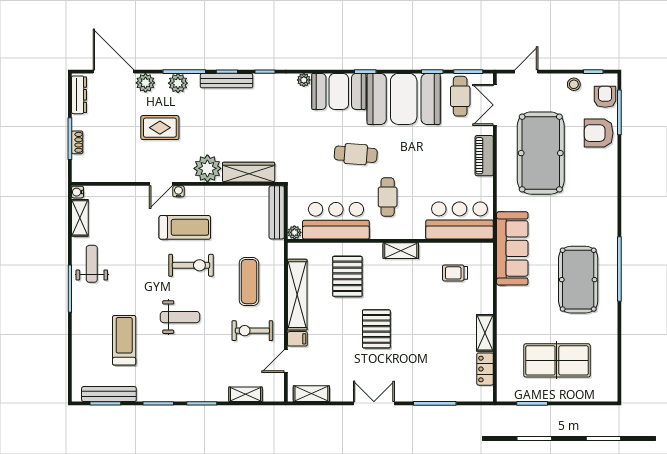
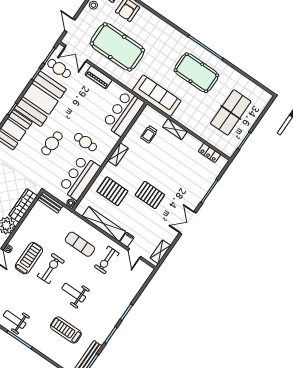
bench: (277, 212) -> (50, 203), width x0.73
weight bench: (180, 317) -> (74, 293), turned -90
shelving: (485, 333) -> (175, 129), moved
shelving: (245, 394) -> (137, 286), removed

